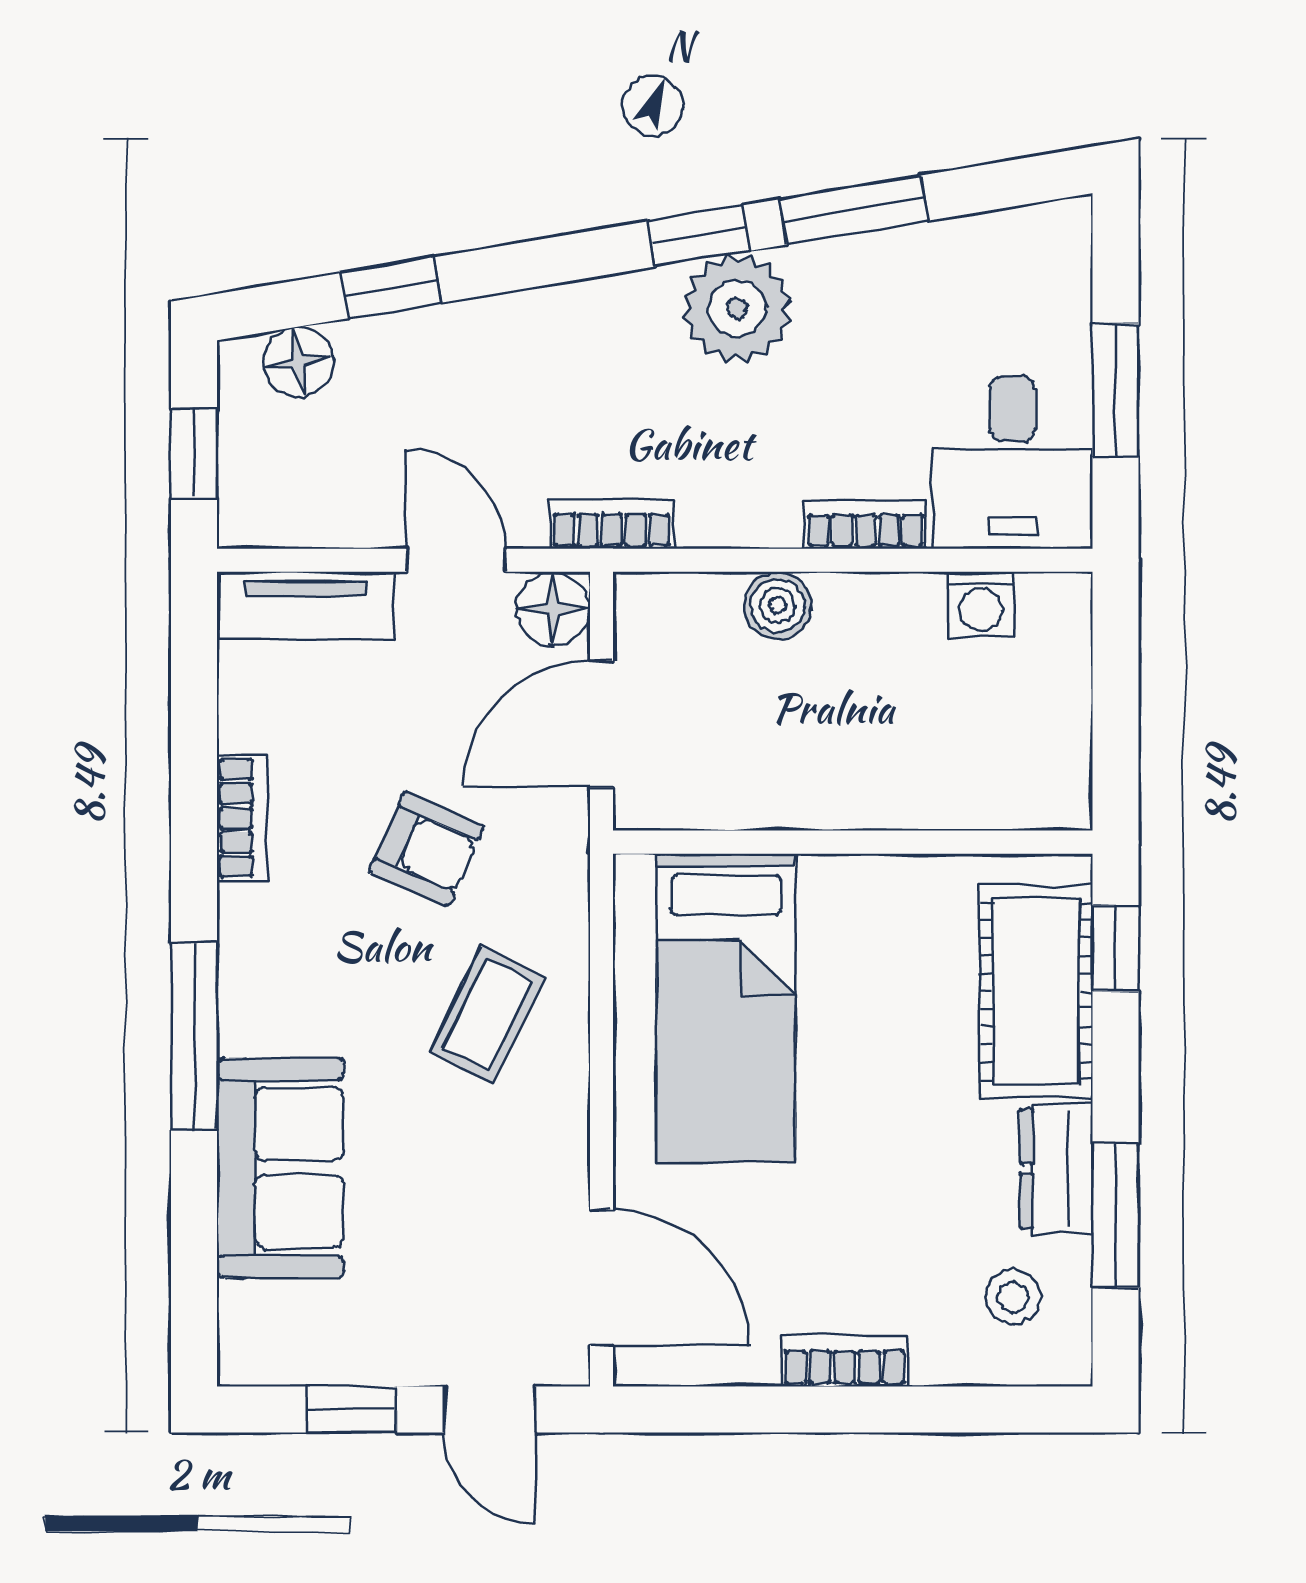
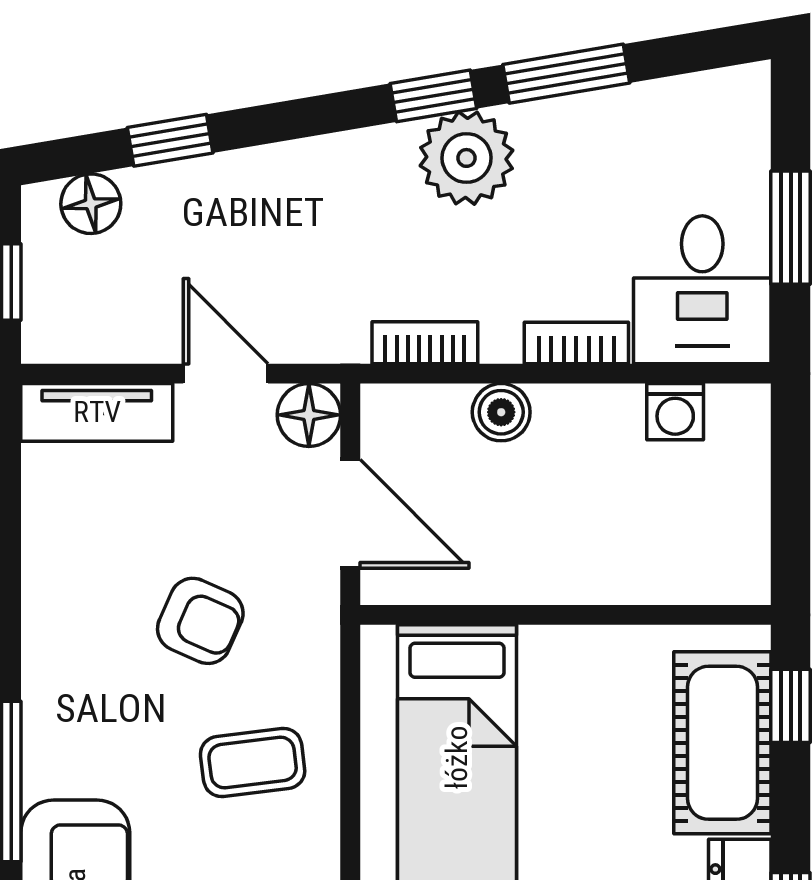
bookcase: (612, 524) -> (425, 343), moved
door: (601, 724) -> (350, 514), swing flipped
bookcase: (242, 818) -> (43, 594), removed
coffee table: (487, 1014) -> (253, 762), turned 57

